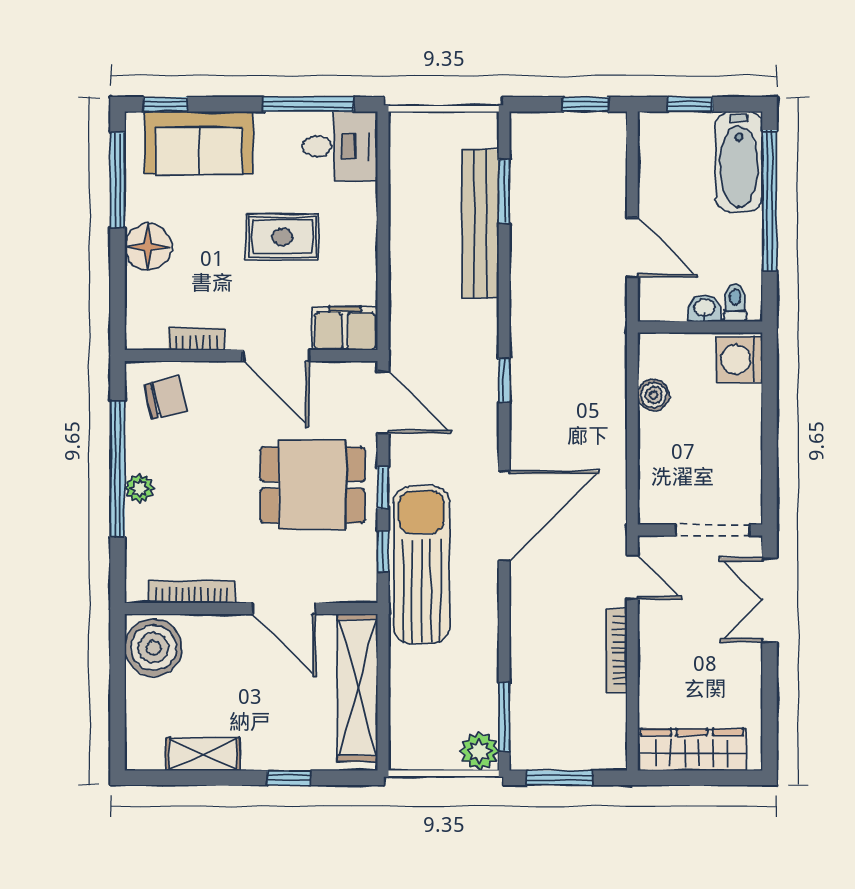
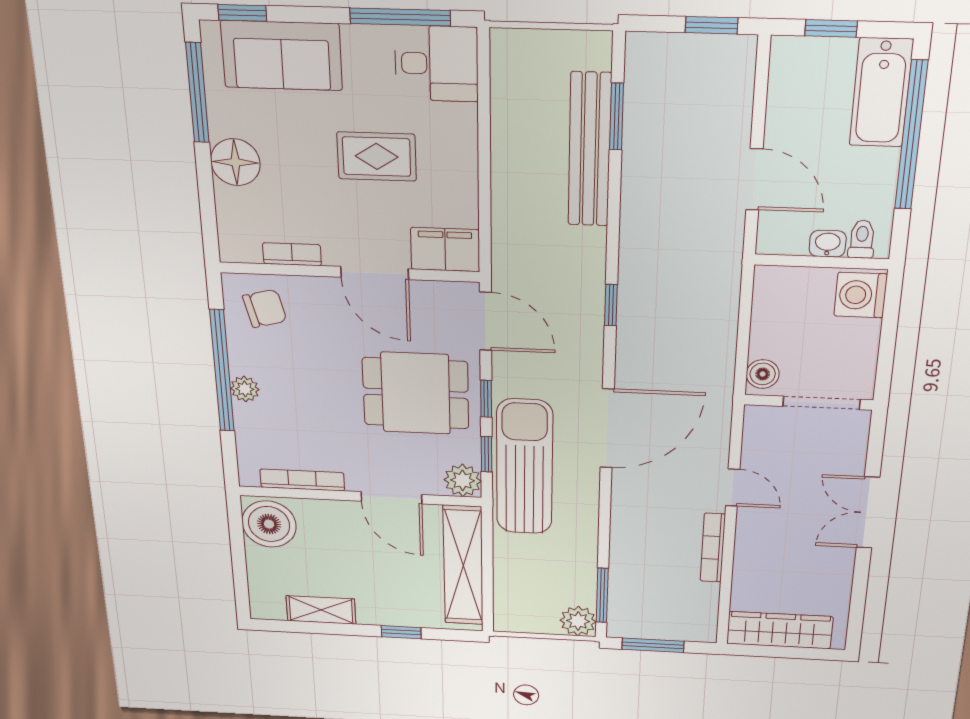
boiler: (654, 395) -> (763, 374), moved
wall: (700, 530) -> (808, 402), moved
doorway: (713, 530) -> (822, 403), moved
plant: (358, 584) -> (463, 480), added

